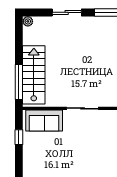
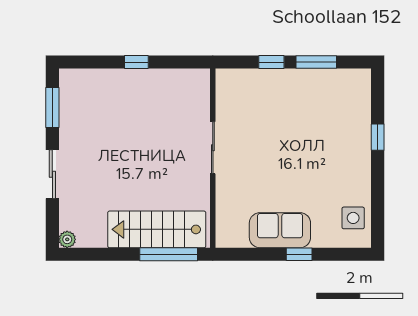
sofa: (44, 121) -> (280, 230), moved, turned -90
window: (19, 137) -> (299, 254), moved

